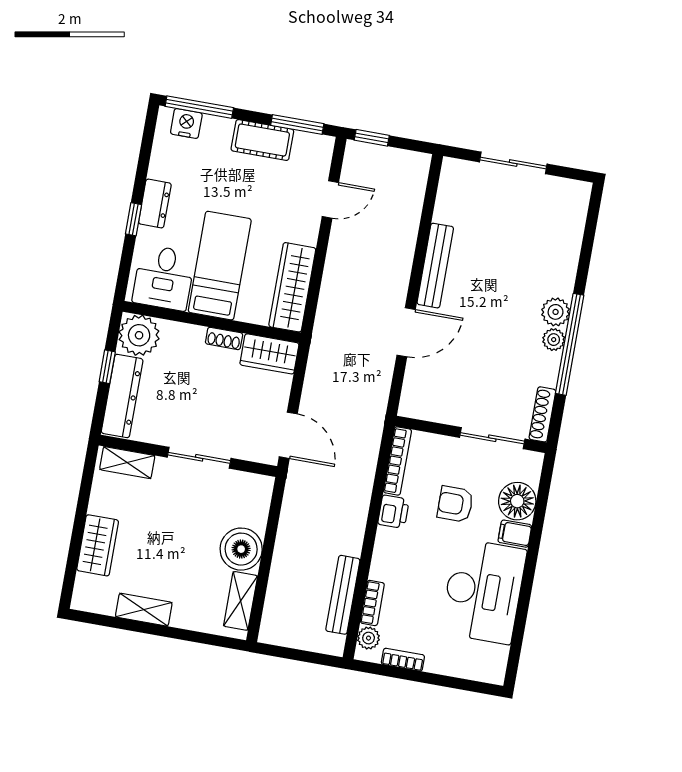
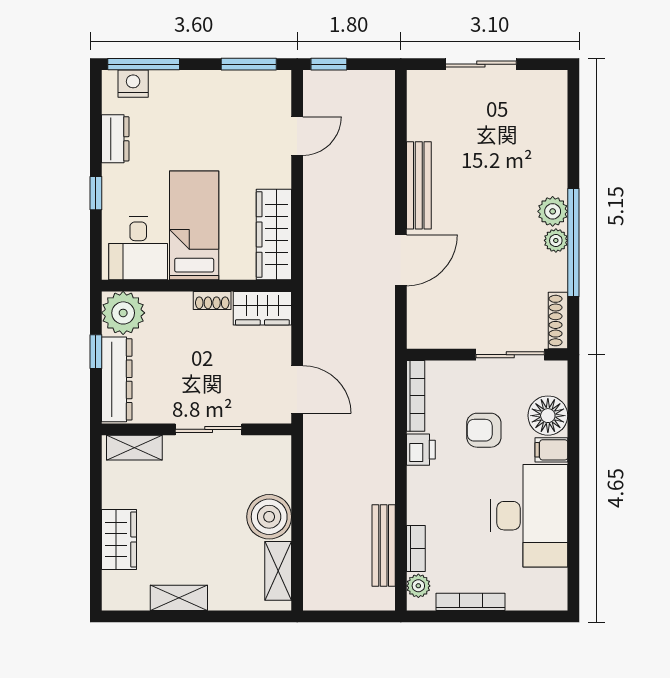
cot: (262, 140) -> (215, 87), removed
dresser: (155, 203) -> (115, 139), moved
bookcase: (403, 660) -> (471, 602), width x1.56

